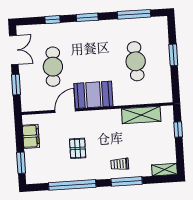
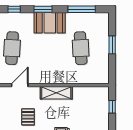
booth: (93, 95) -> (50, 23), moved
shelving: (141, 115) -> (56, 93), moved

